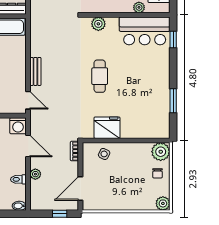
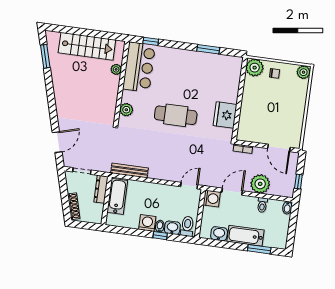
bench: (35, 71) -> (129, 170), moved, width x1.36
cafe table: (100, 76) -> (176, 115), width x1.37, depth x1.35
side table: (104, 154) -> (249, 121), removed
plant: (35, 174) -> (260, 184), width x1.88, depth x1.88
window: (60, 214) -> (298, 182), moved

